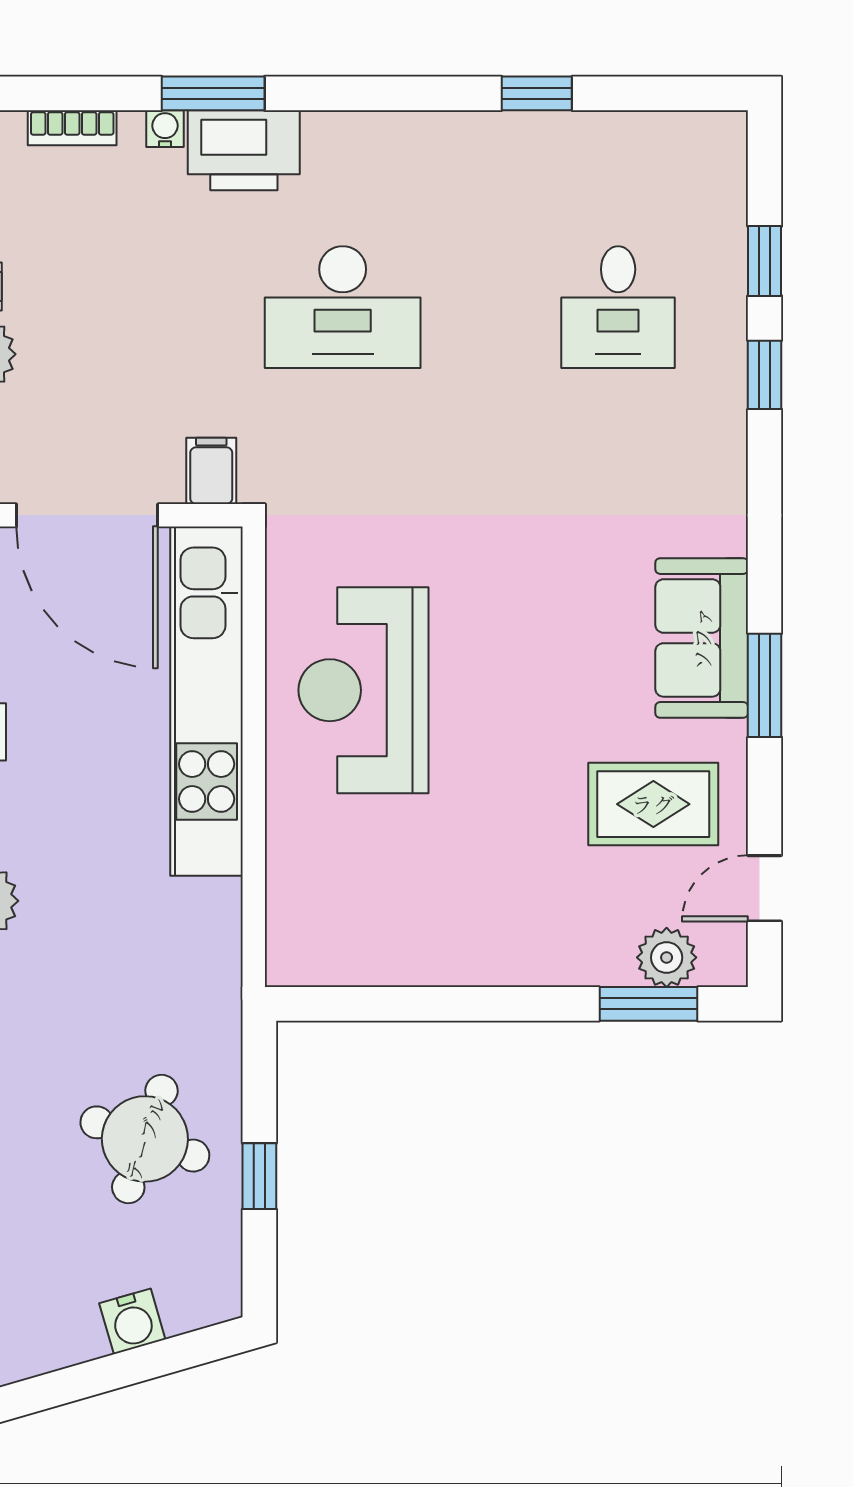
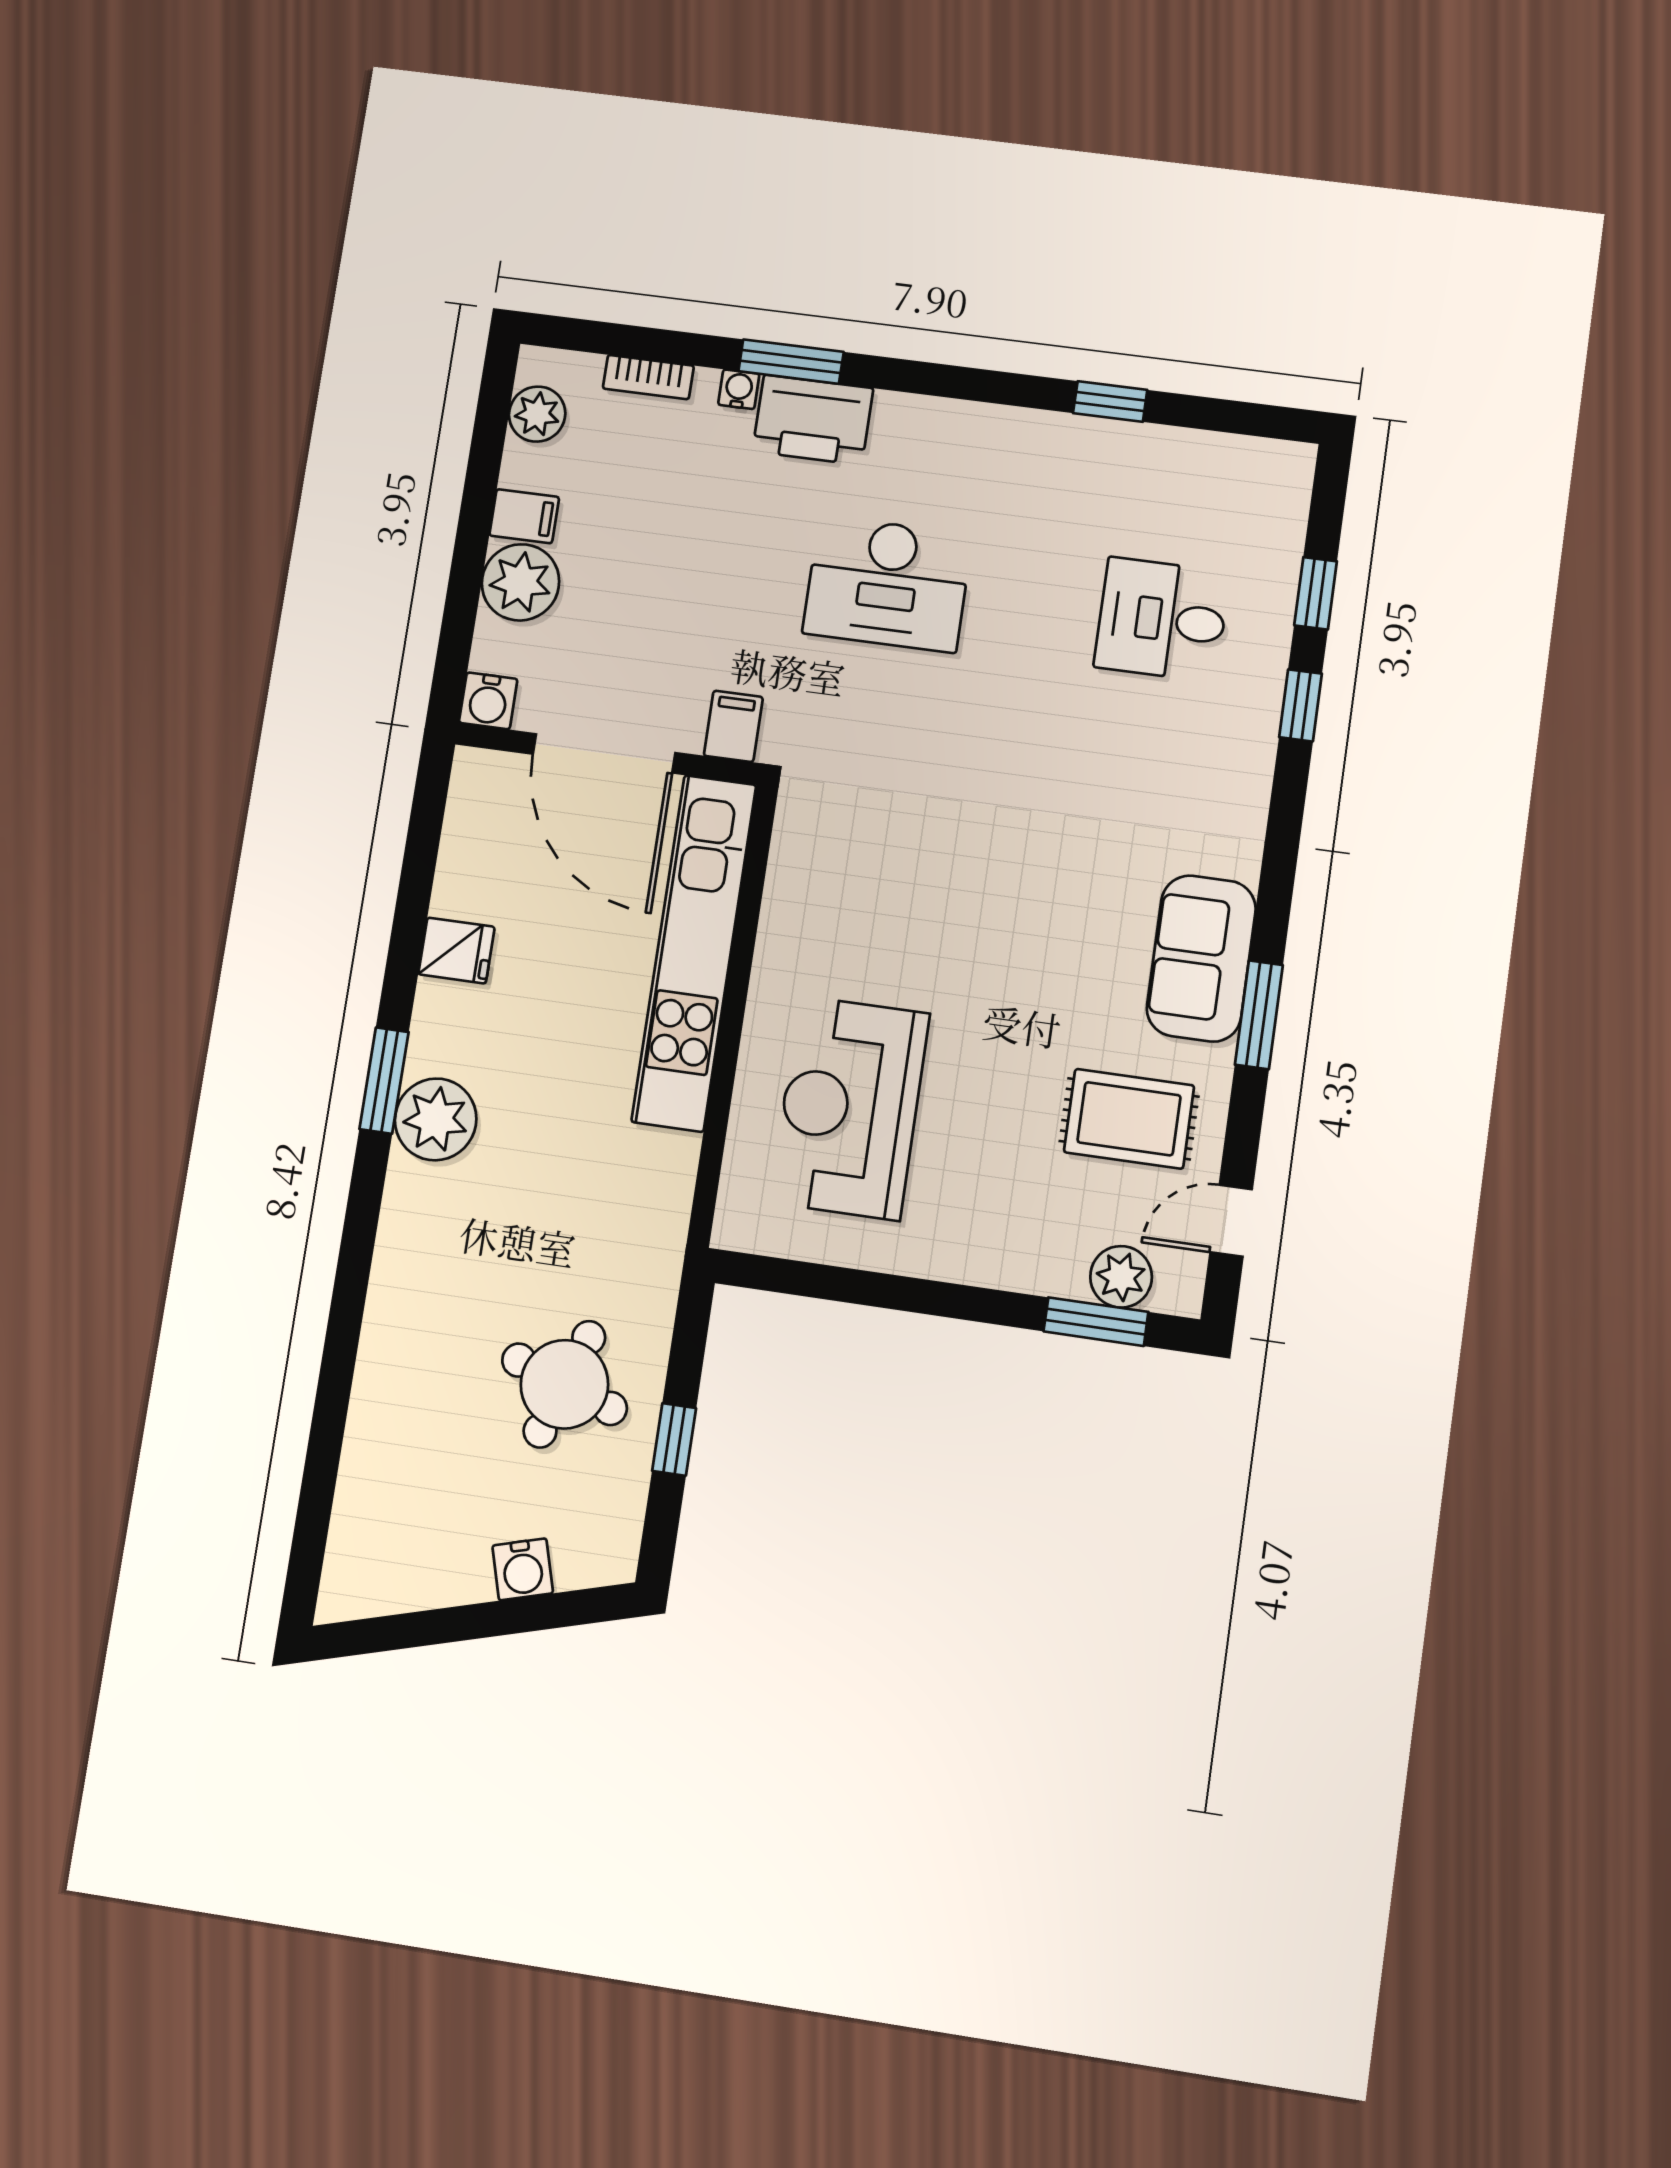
desk: (618, 307) -> (1162, 619), turned 90
reception desk: (363, 690) -> (850, 1108), moved

